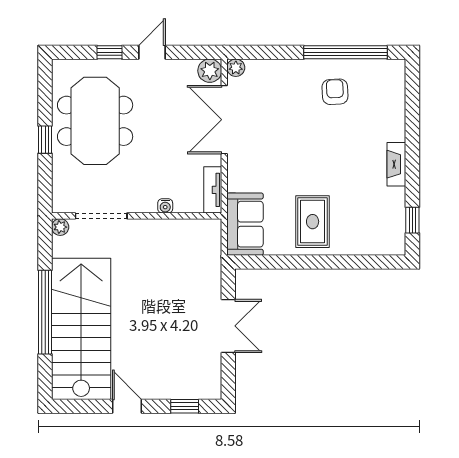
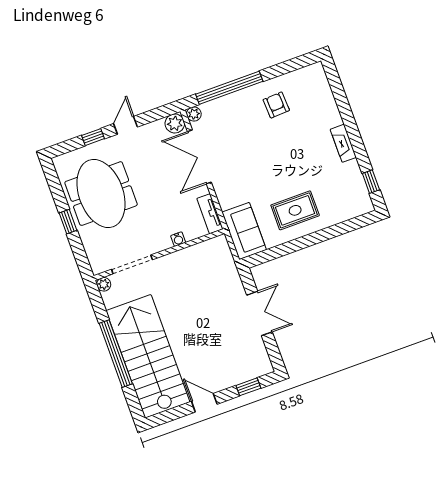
window: (346, 52) -> (229, 88), moved
rug: (313, 222) -> (295, 210), turned 90

